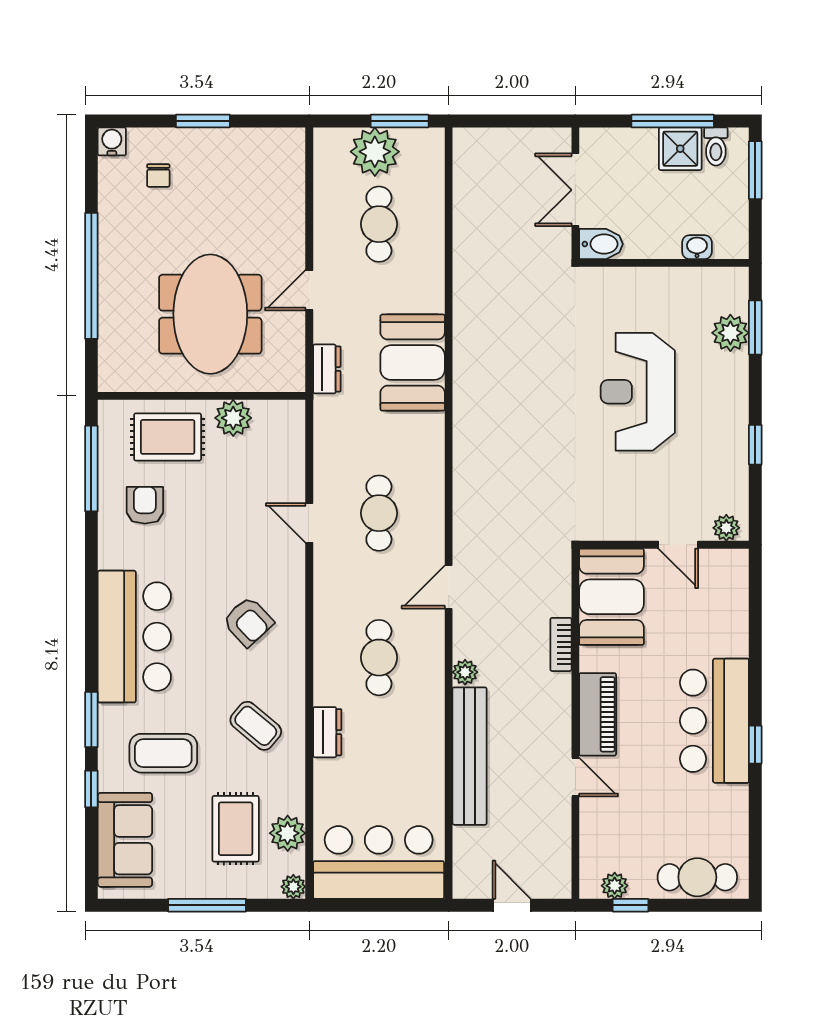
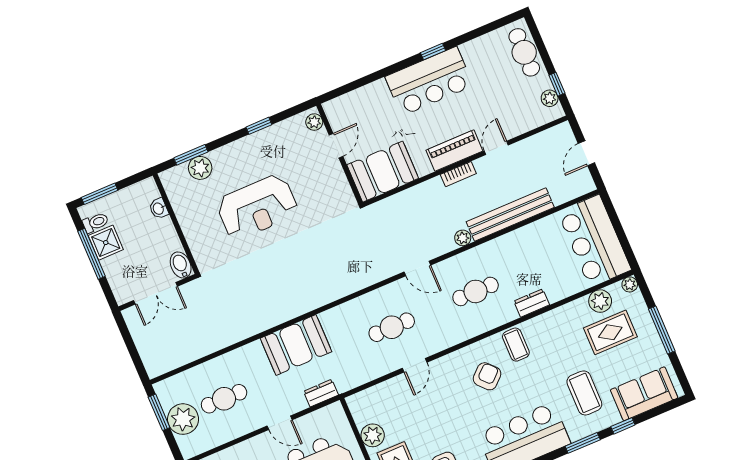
bookcase: (561, 644) -> (458, 174), moved
coffee table: (256, 726) -> (516, 345), moved, turned -40

